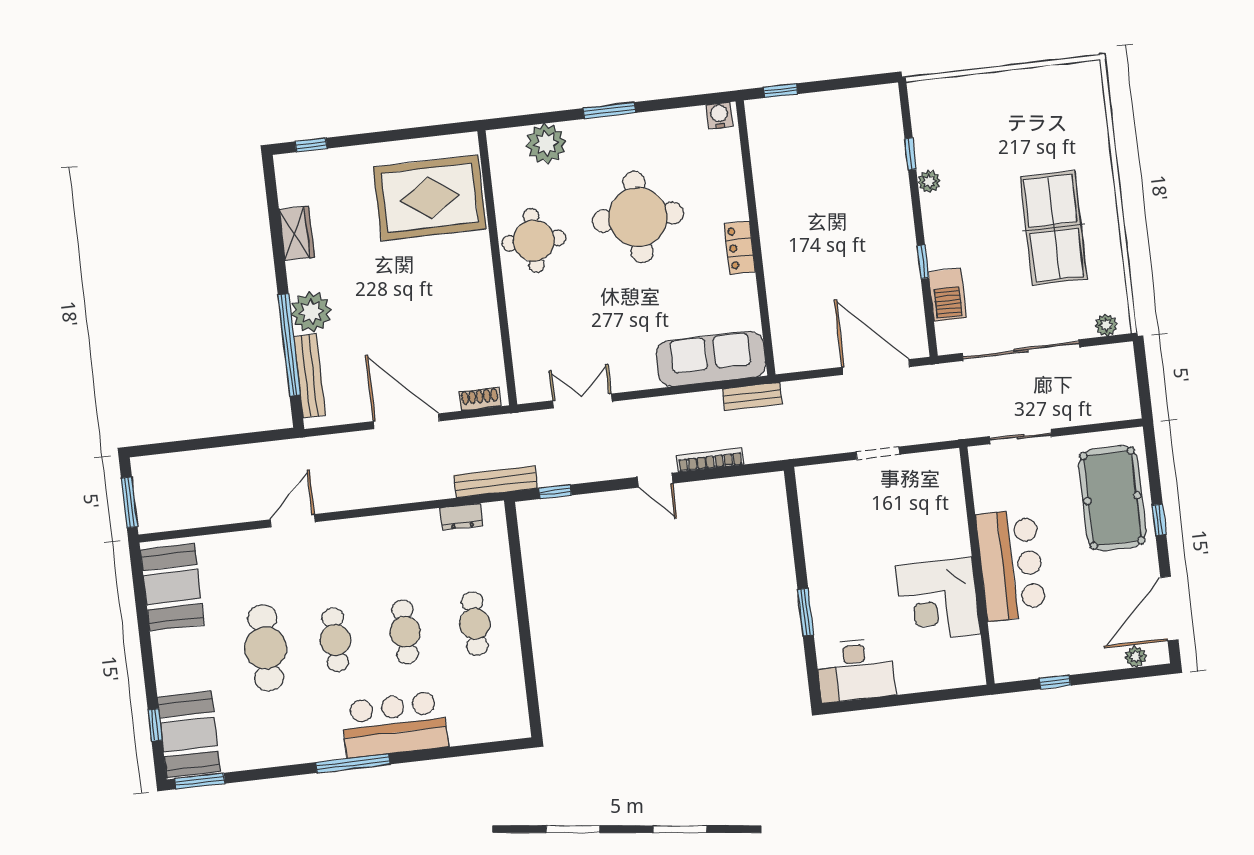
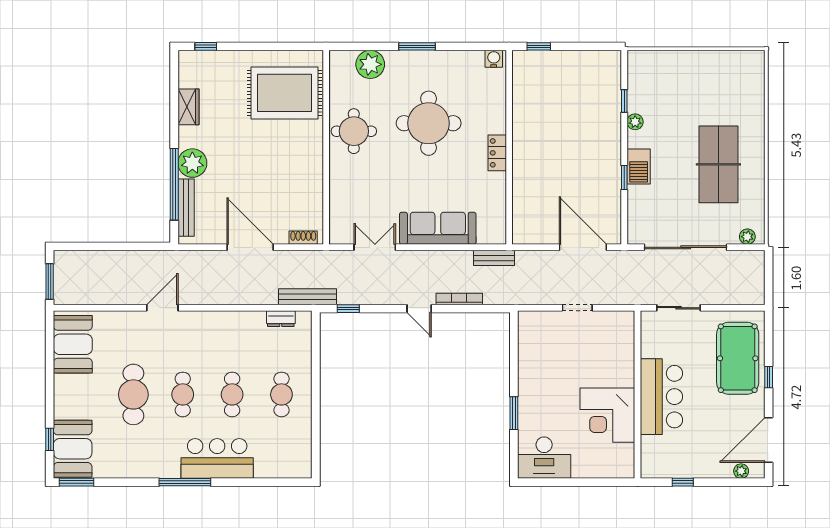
barbecue: (947, 295) -> (639, 166), moved
sofa: (711, 359) -> (438, 228), moved

